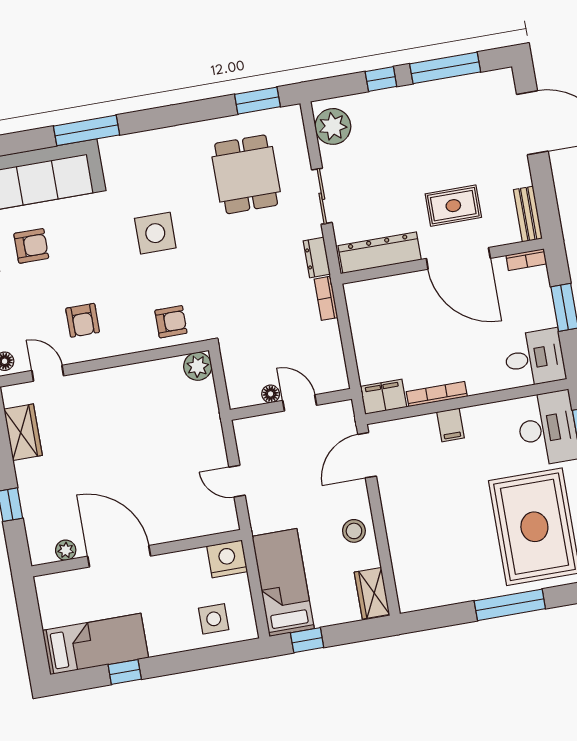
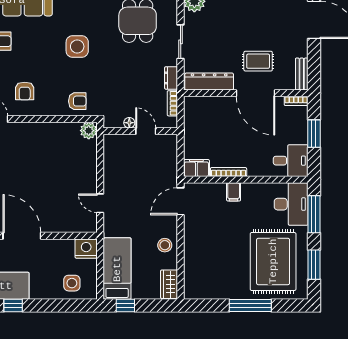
floor lamp: (271, 394) -> (129, 123), moved
door: (300, 403) -> (146, 131), moved
wall: (291, 404) -> (140, 131), moved

